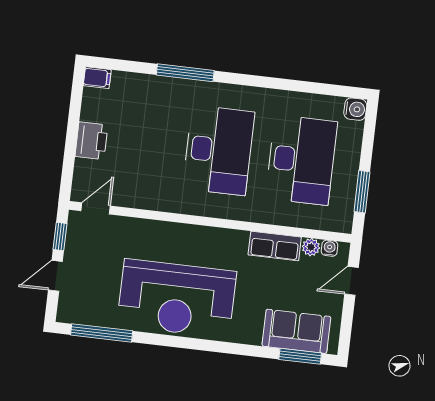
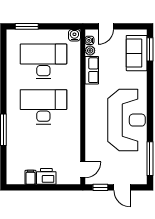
filing cabinet: (97, 78) -> (30, 177), moved
water cooler: (355, 109) -> (74, 35), moved
window: (362, 192) -> (27, 26), moved
door: (96, 208) -> (83, 170), swing flipped
door: (352, 281) -> (106, 26), hinge flipped

